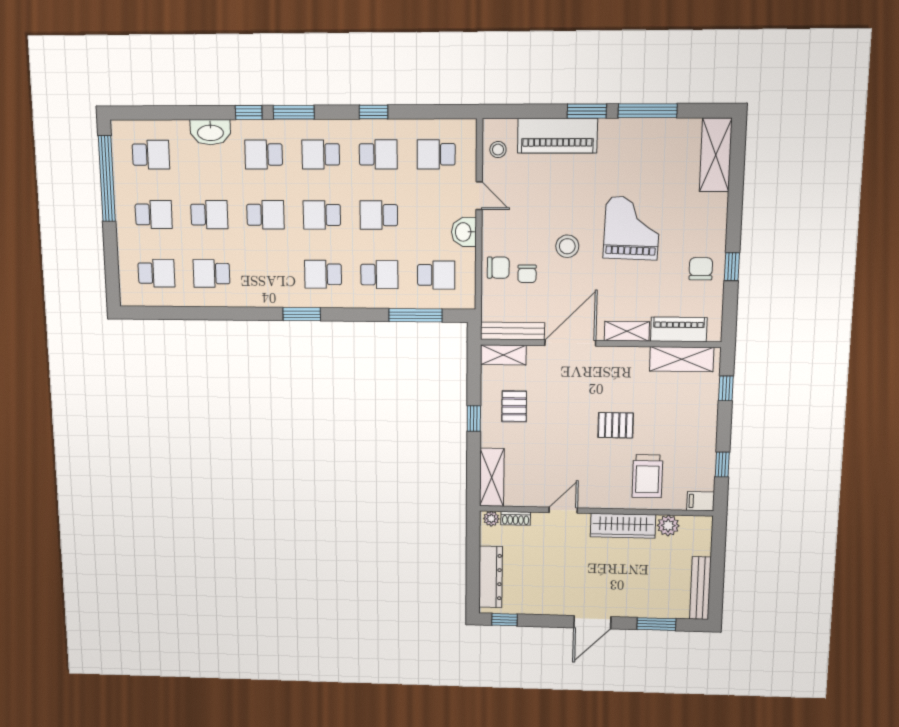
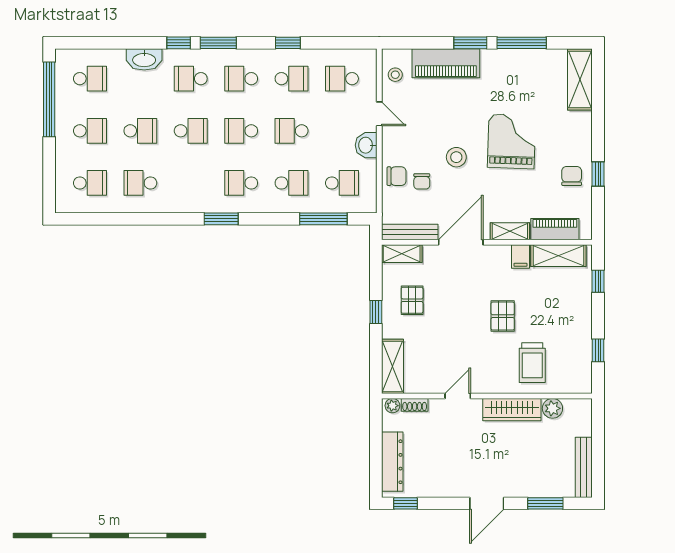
pallet: (616, 425) -> (503, 316), turned 90
filing cabinet: (701, 501) -> (520, 256), moved, turned -90

